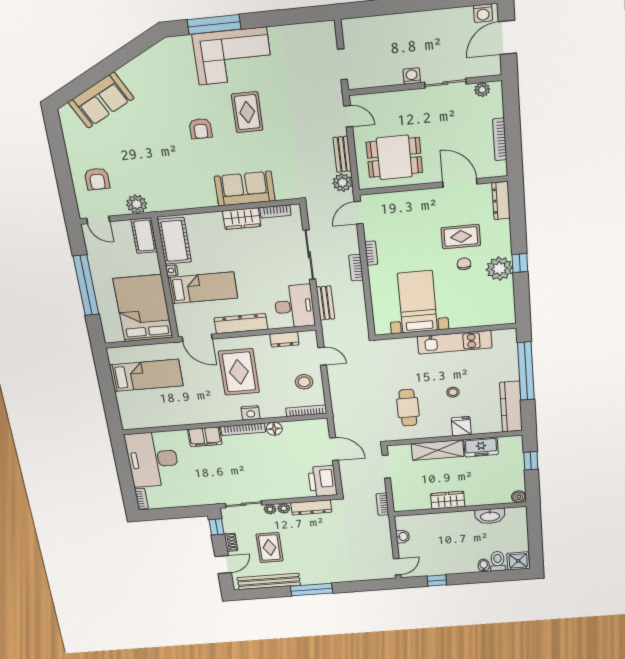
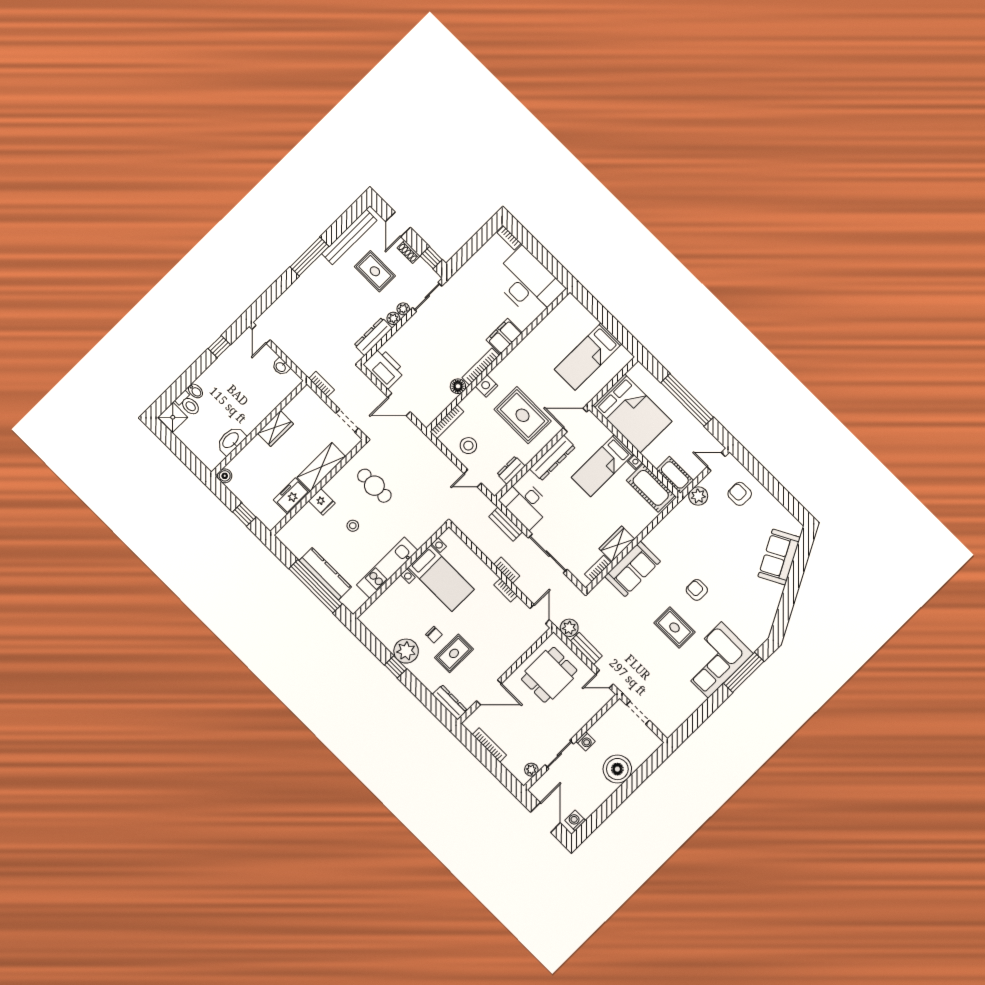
boiler: (404, 29) -> (617, 769), added
kitchen counter: (511, 407) -> (325, 574), moved

